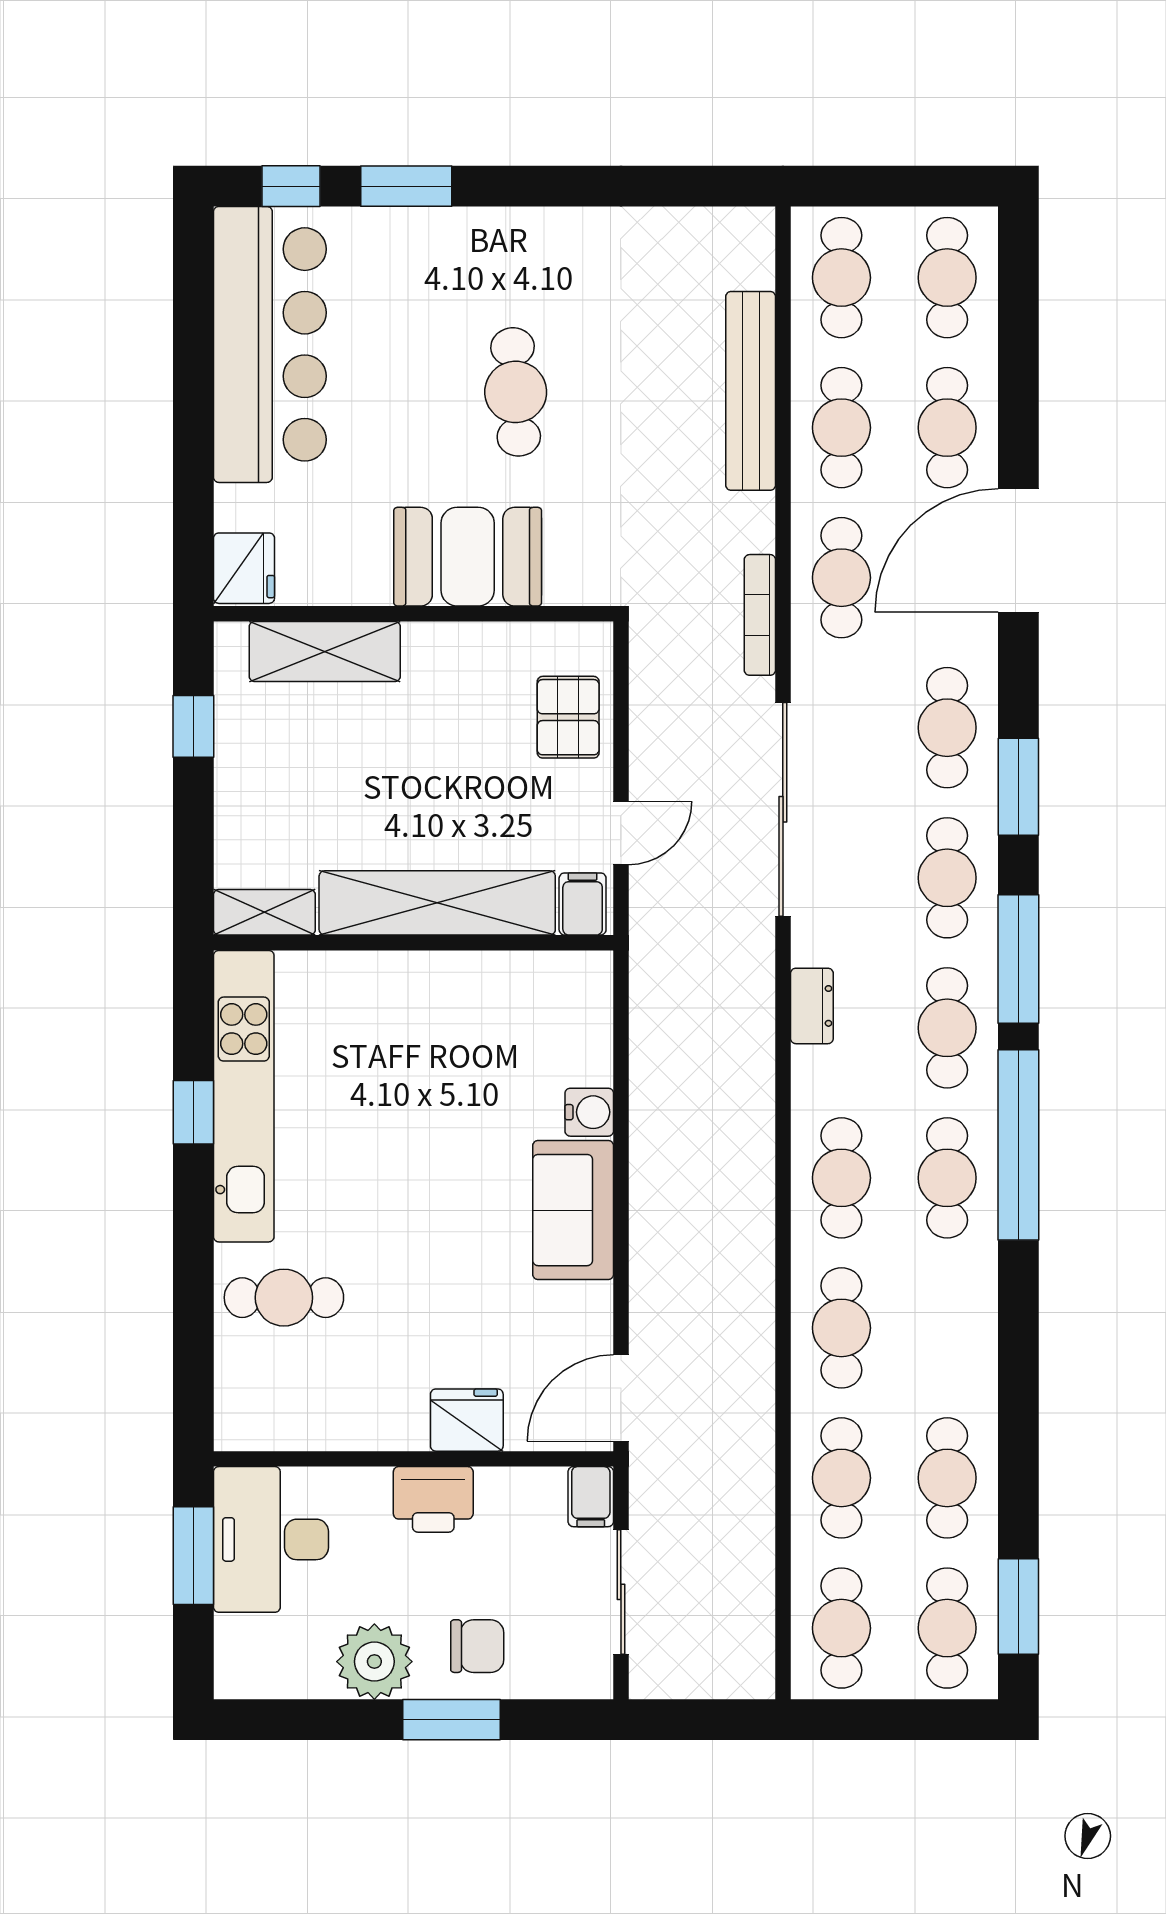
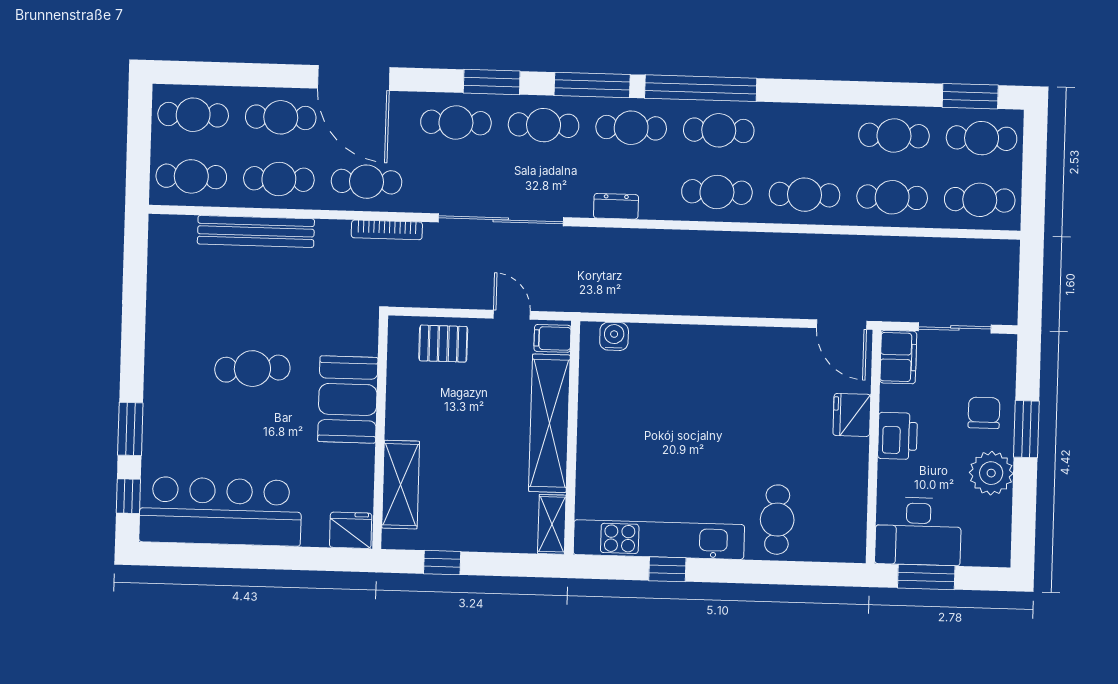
water cooler: (589, 1112) -> (614, 336), moved
sofa: (573, 1210) -> (731, 349), removed
filing cabinet: (591, 1497) -> (898, 357), width x2.00

